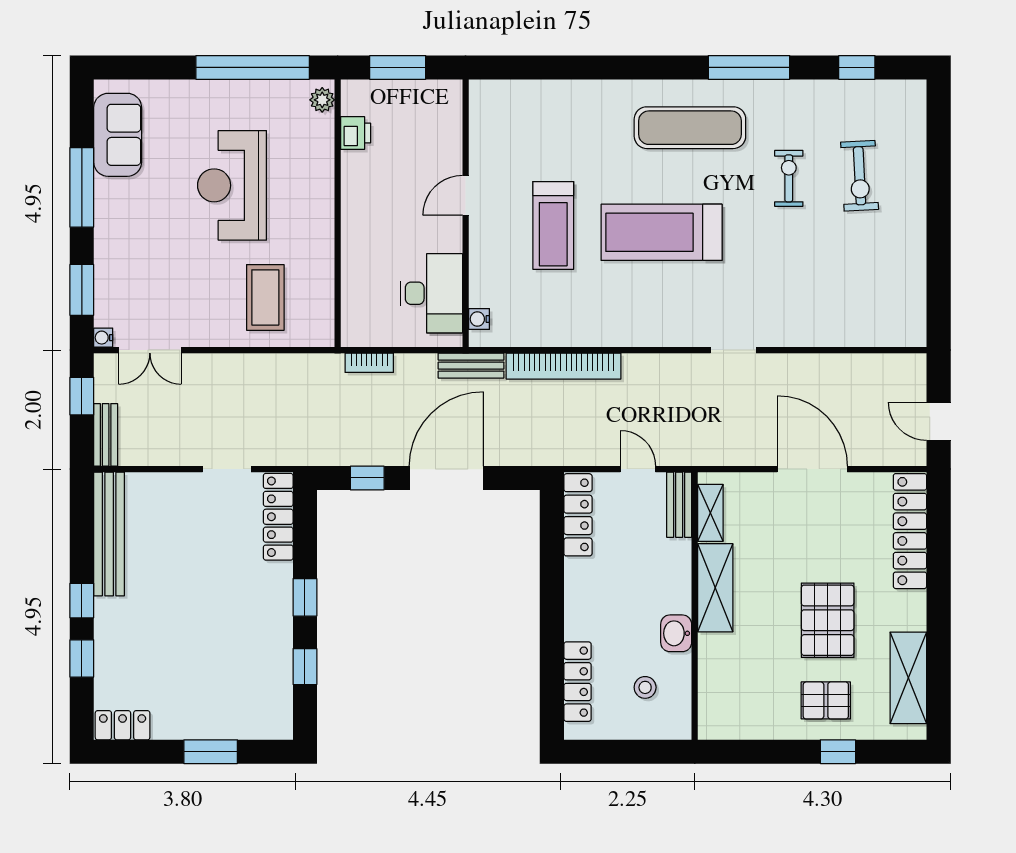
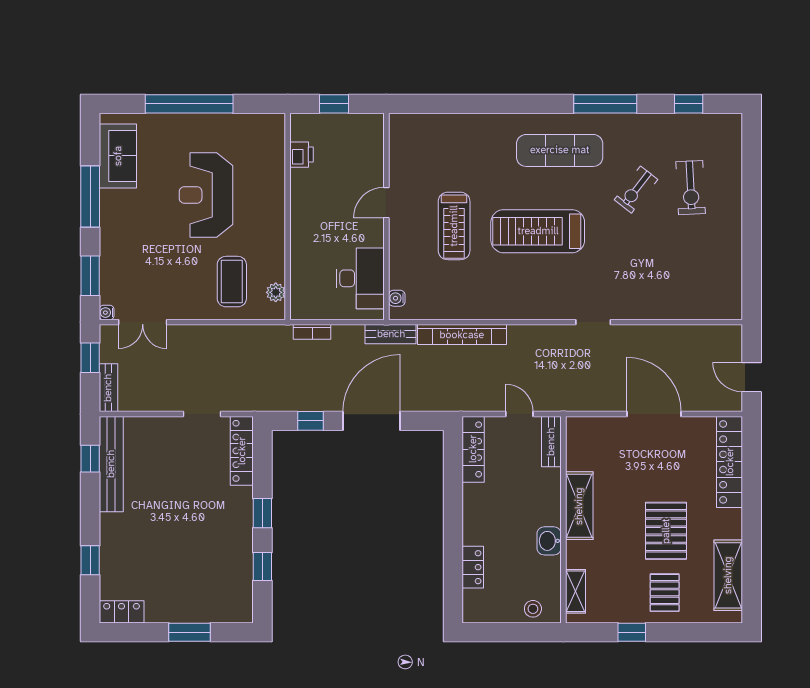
window: (253, 67) -> (189, 104), moved
window: (398, 67) -> (334, 104), width x0.67
plant: (322, 100) -> (276, 292), moved
exercise bike: (789, 178) -> (636, 190), turned -142
shelving: (710, 513) -> (575, 591), moved
window: (82, 601) -> (90, 459), moved
locker: (577, 682) -> (473, 567), width x0.66
stool: (645, 687) -> (533, 609), moved
pallet: (826, 700) -> (665, 593), turned 90
window: (838, 752) -> (632, 632), moved

